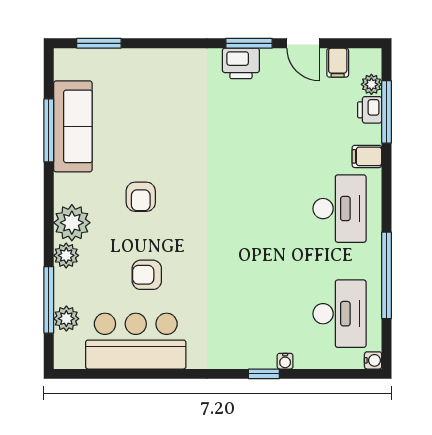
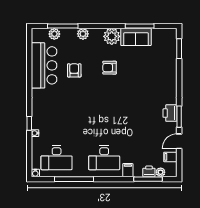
sofa: (73, 126) -> (136, 37), width x0.73
plant: (72, 223) -> (112, 36), moved

